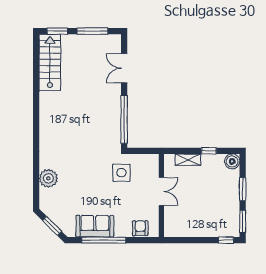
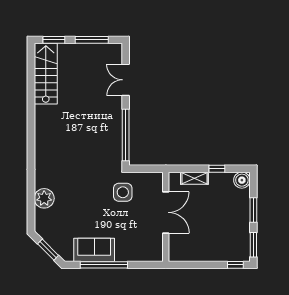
double door: (161, 191) -> (166, 212), width x1.37
armchair: (140, 228) -> (143, 252), removed

